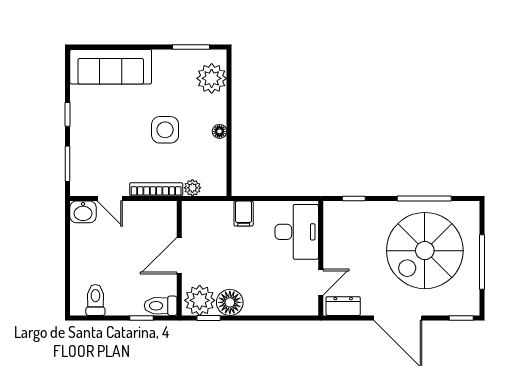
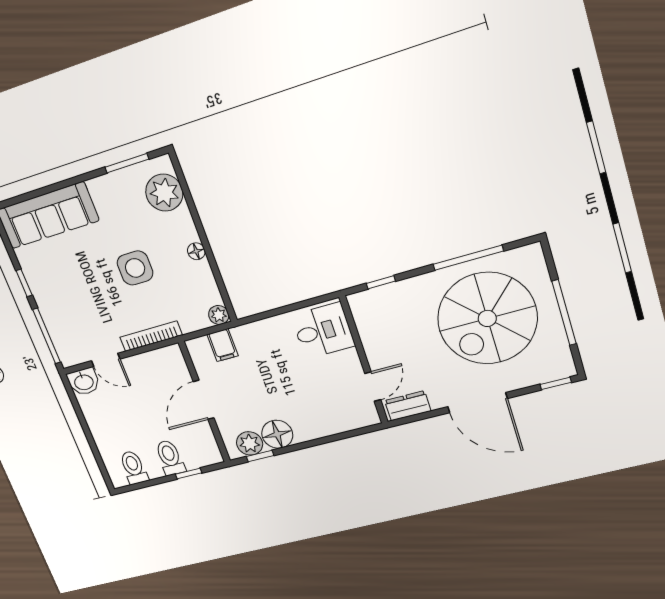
window: (68, 164) -> (47, 336), width x1.44
plant: (192, 188) -> (219, 315), moved
filing cabinet: (244, 214) -> (223, 345), moved
desk: (297, 232) -> (323, 331), width x0.73
plant: (200, 300) -> (250, 443), width x0.73, depth x0.73
toilet: (161, 306) -> (170, 458), moved, turned 90

